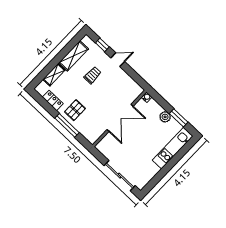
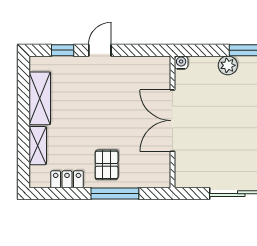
trolley: (92, 75) -> (87, 100), removed
double door: (120, 118) -> (172, 121), swing flipped

